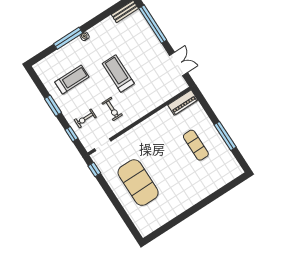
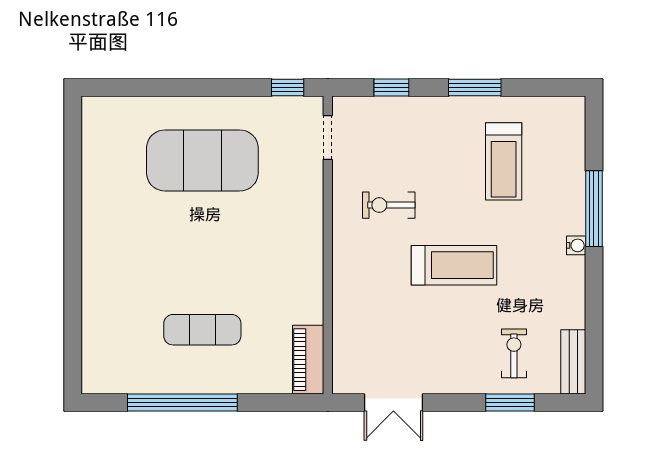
window: (153, 24) -> (510, 403), width x0.47
exercise bike: (85, 118) -> (514, 353), moved
window: (225, 136) -> (182, 403), width x1.46

